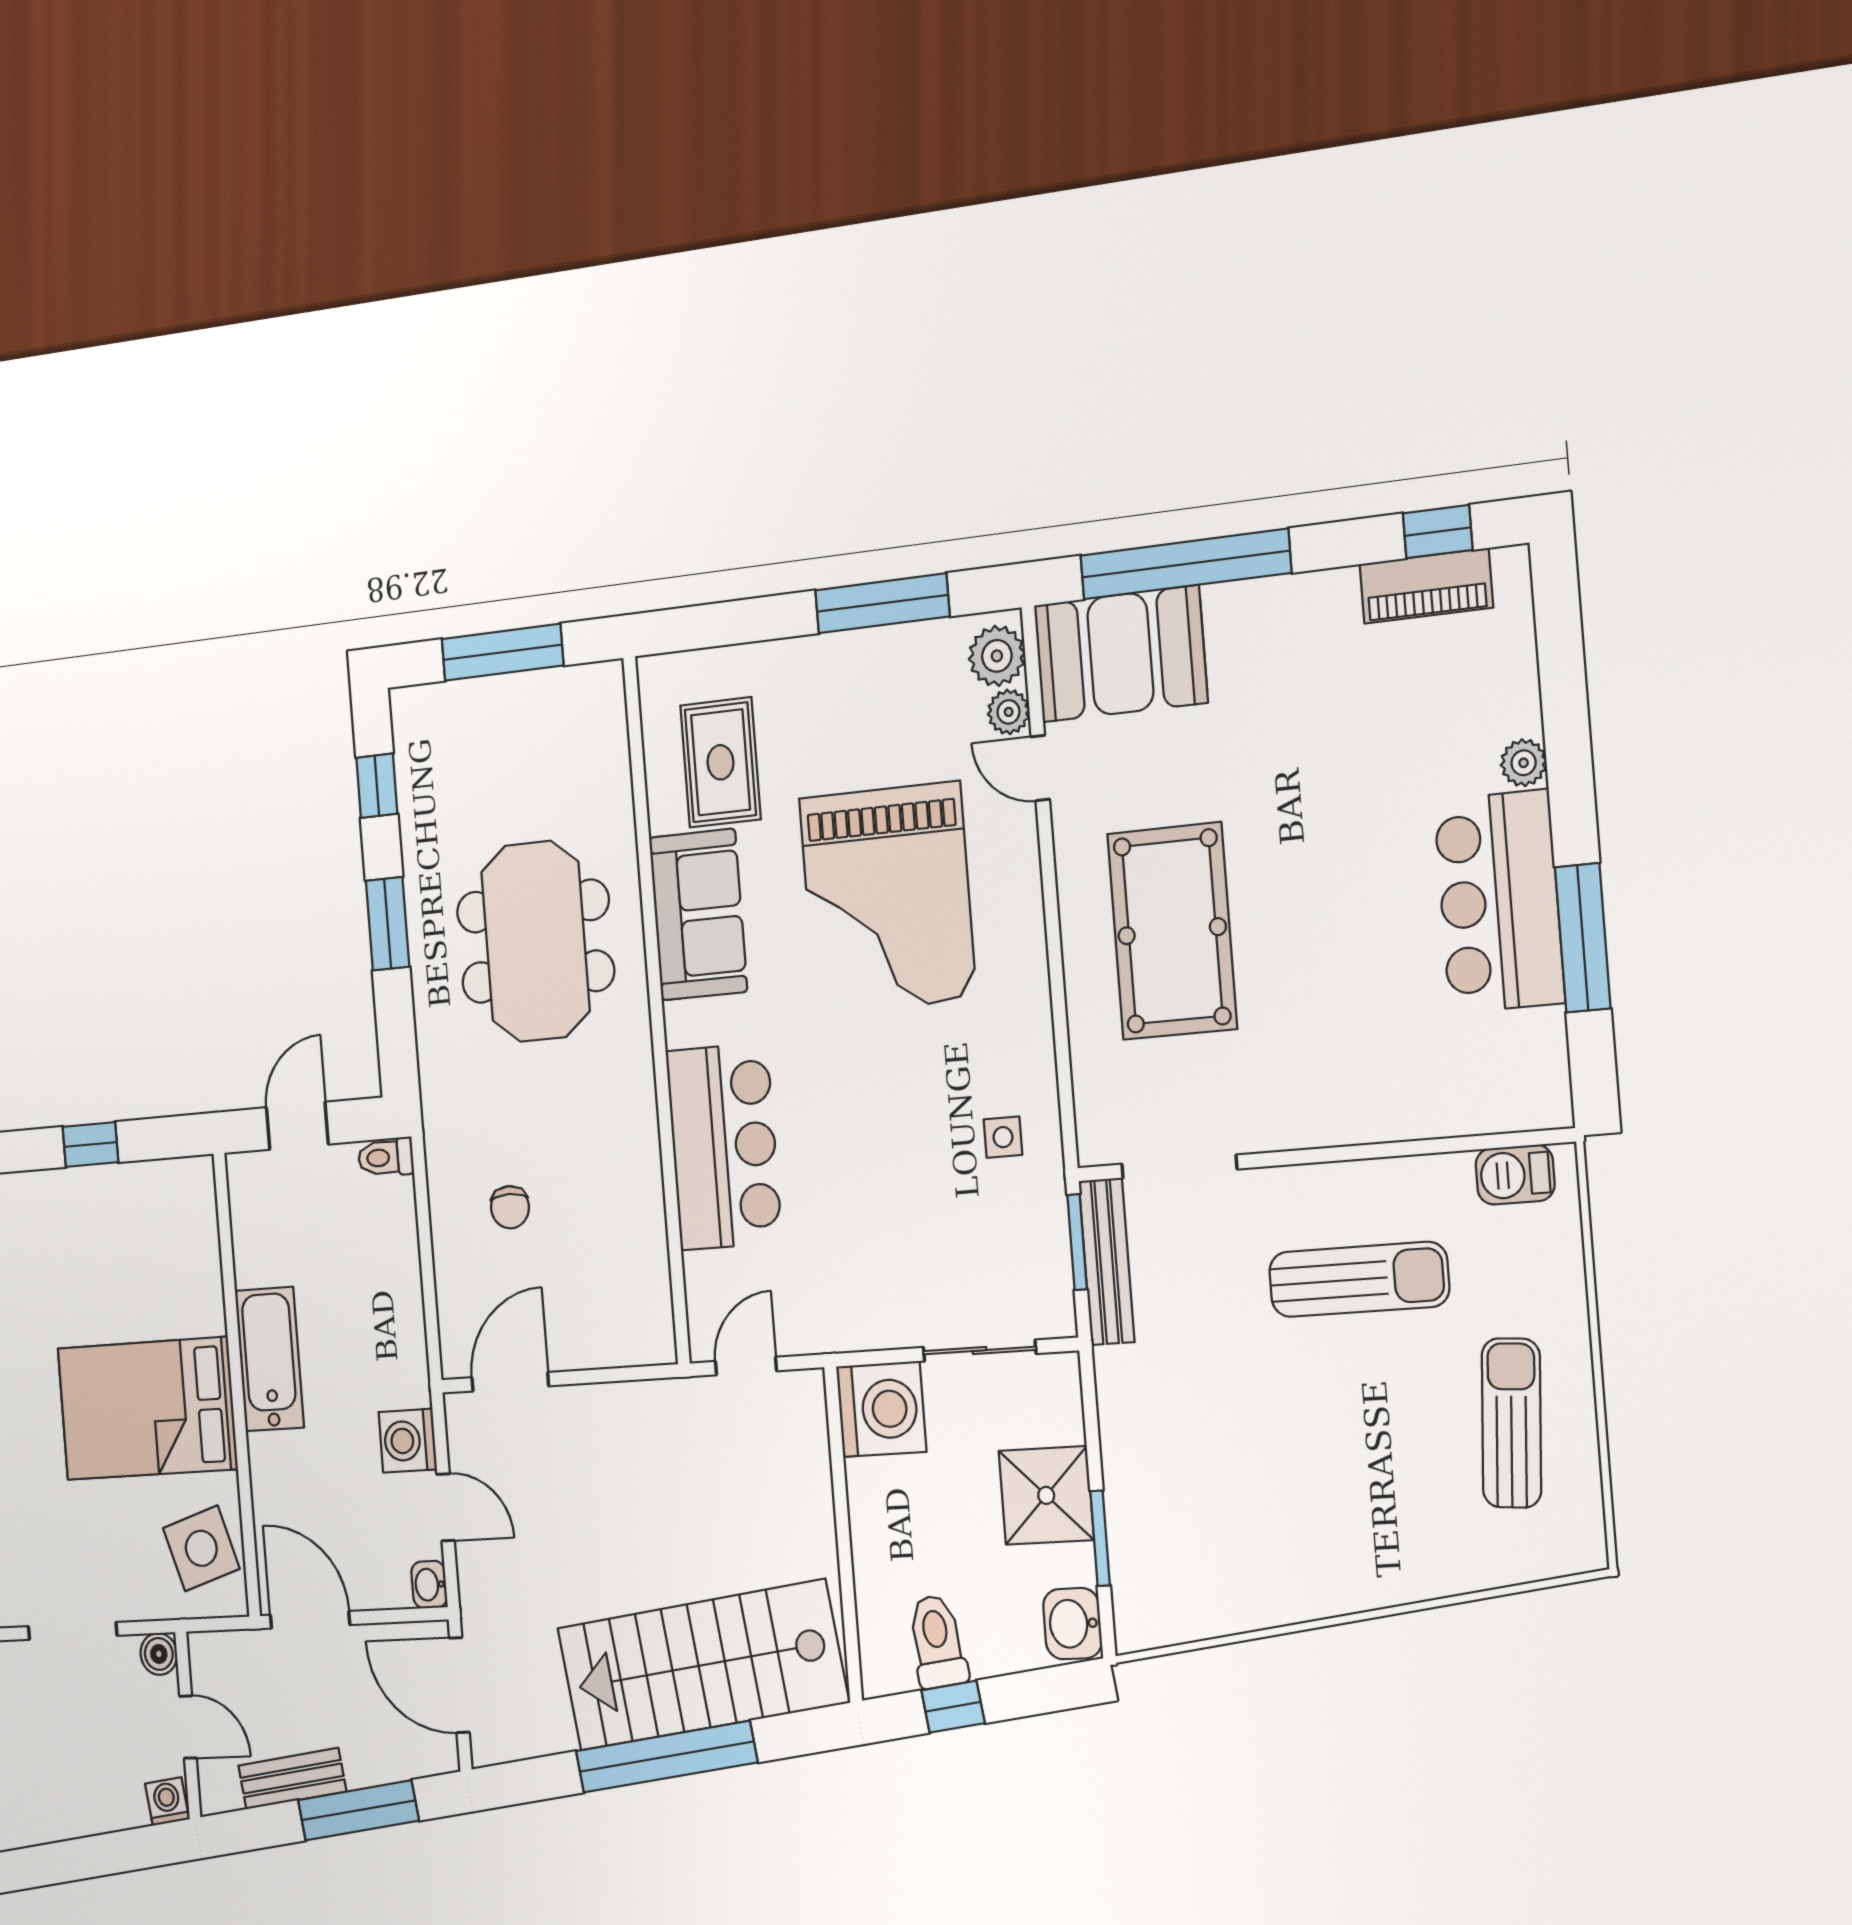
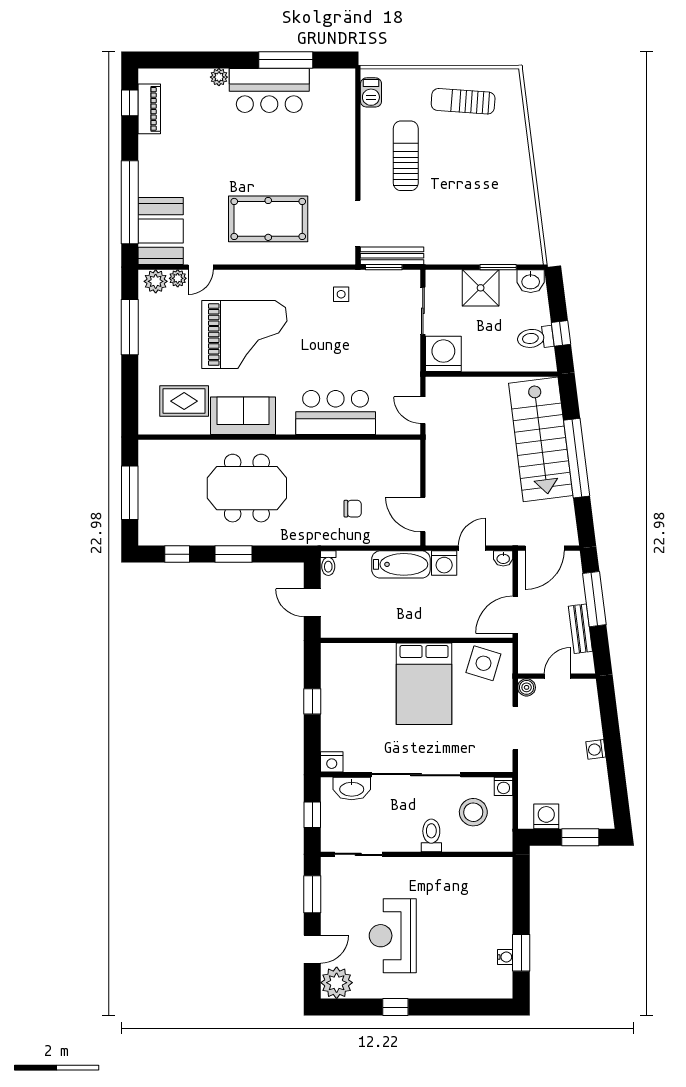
bathtub: (269, 1359) -> (401, 564), moved, turned 180
side table: (201, 1548) -> (483, 663), turned 34
washing machine: (167, 1801) -> (596, 749), moved

